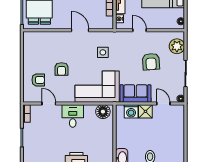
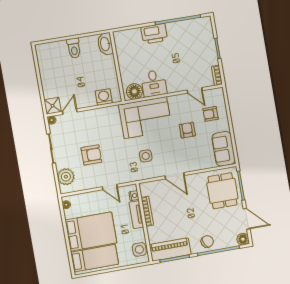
armchair: (151, 62) -> (91, 155), turned 94
sofa: (135, 94) -> (224, 149), moved, turned 90
door: (163, 103) -> (70, 112), swing flipped
shower: (145, 111) -> (53, 106), moved
desk: (73, 116) -> (154, 83), moved

